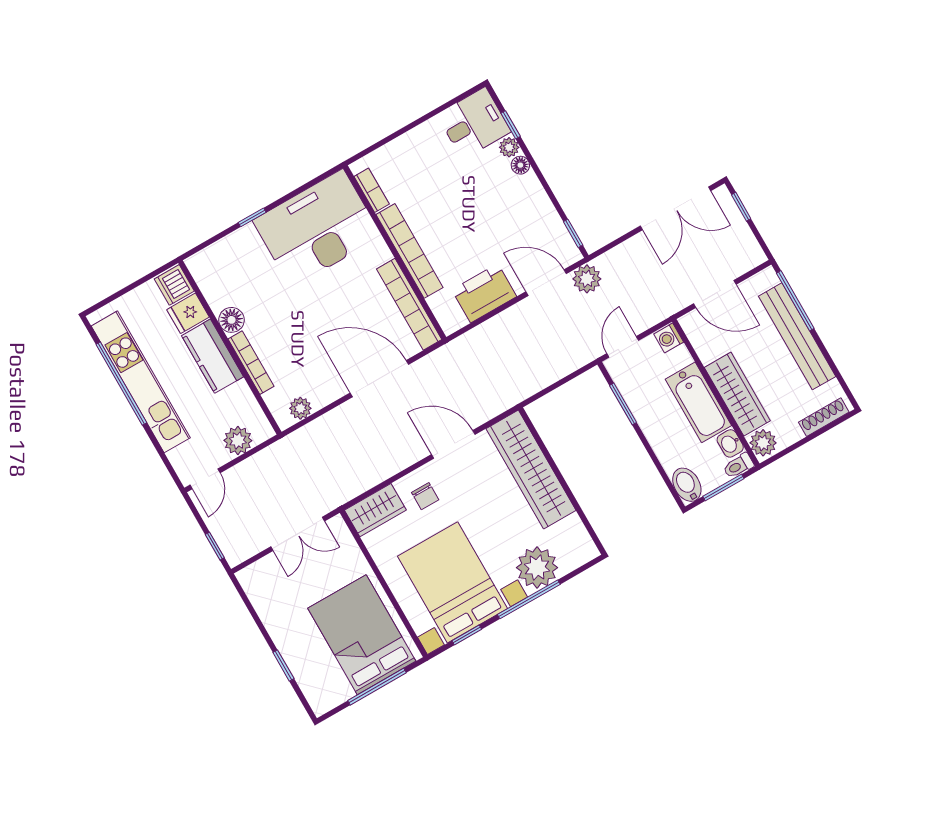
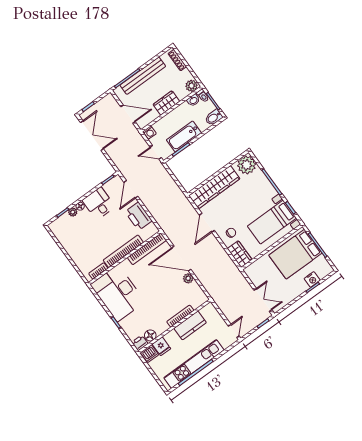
desk: (474, 123) -> (99, 203), moved
printer: (201, 266) -> (140, 343), added
plant: (587, 279) -> (127, 171), removed
door: (715, 294) -> (128, 114), hinge flipped
floor lamp: (232, 320) -> (150, 335), moved
kitchen counter: (213, 356) -> (190, 325), moved
door: (379, 379) -> (181, 259), hinge flipped
wardrobe: (737, 394) -> (166, 103), width x0.67
bathtub: (698, 402) -> (184, 136), moved, turned 180
plant: (300, 408) -> (188, 278), moved
plant: (238, 441) -> (215, 318), removed
door: (205, 479) -> (234, 331), hinge flipped
double door: (298, 534) -> (263, 300), moved
plant: (537, 568) -> (247, 165), moved
bed with nightstands: (453, 582) -> (272, 222), width x0.73
nightstand: (301, 666) -> (312, 279), added

